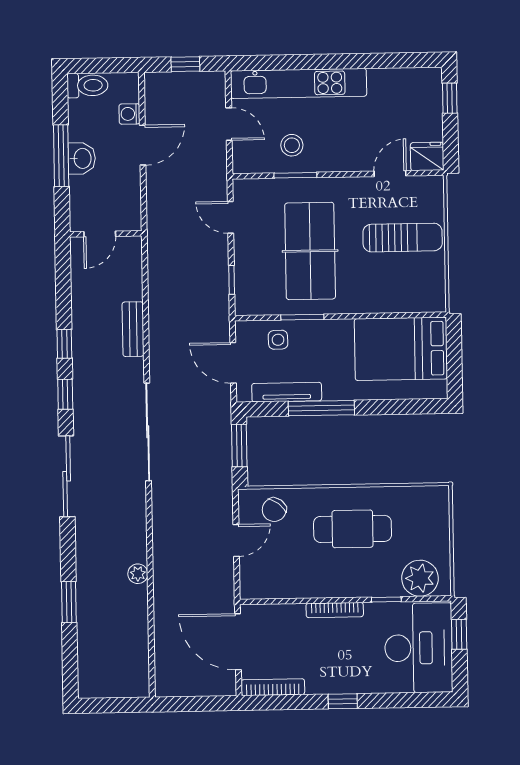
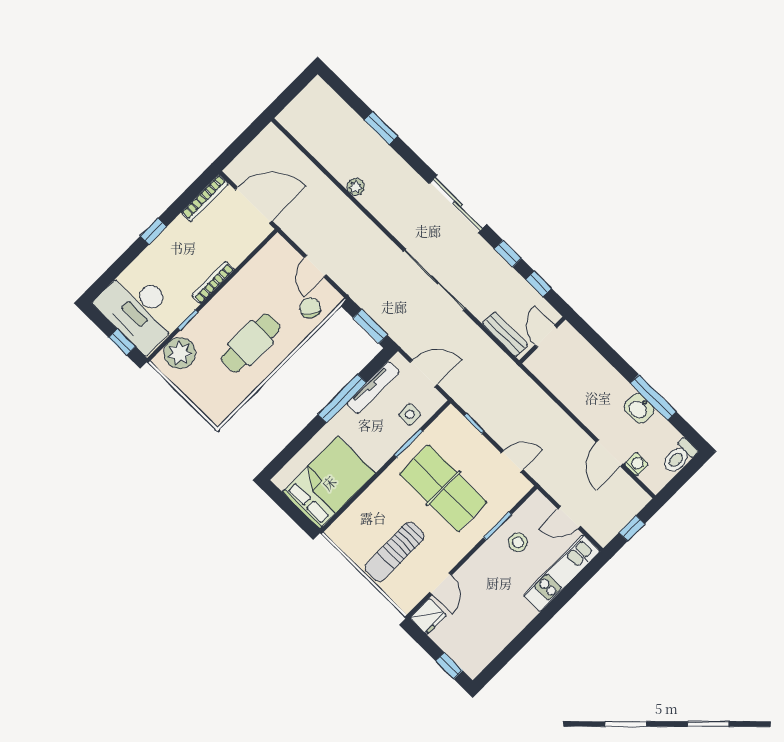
kitchen unit: (299, 83) -> (562, 573), width x0.73
door: (100, 234) -> (546, 336), moved
wall: (106, 234) -> (542, 340), moved

